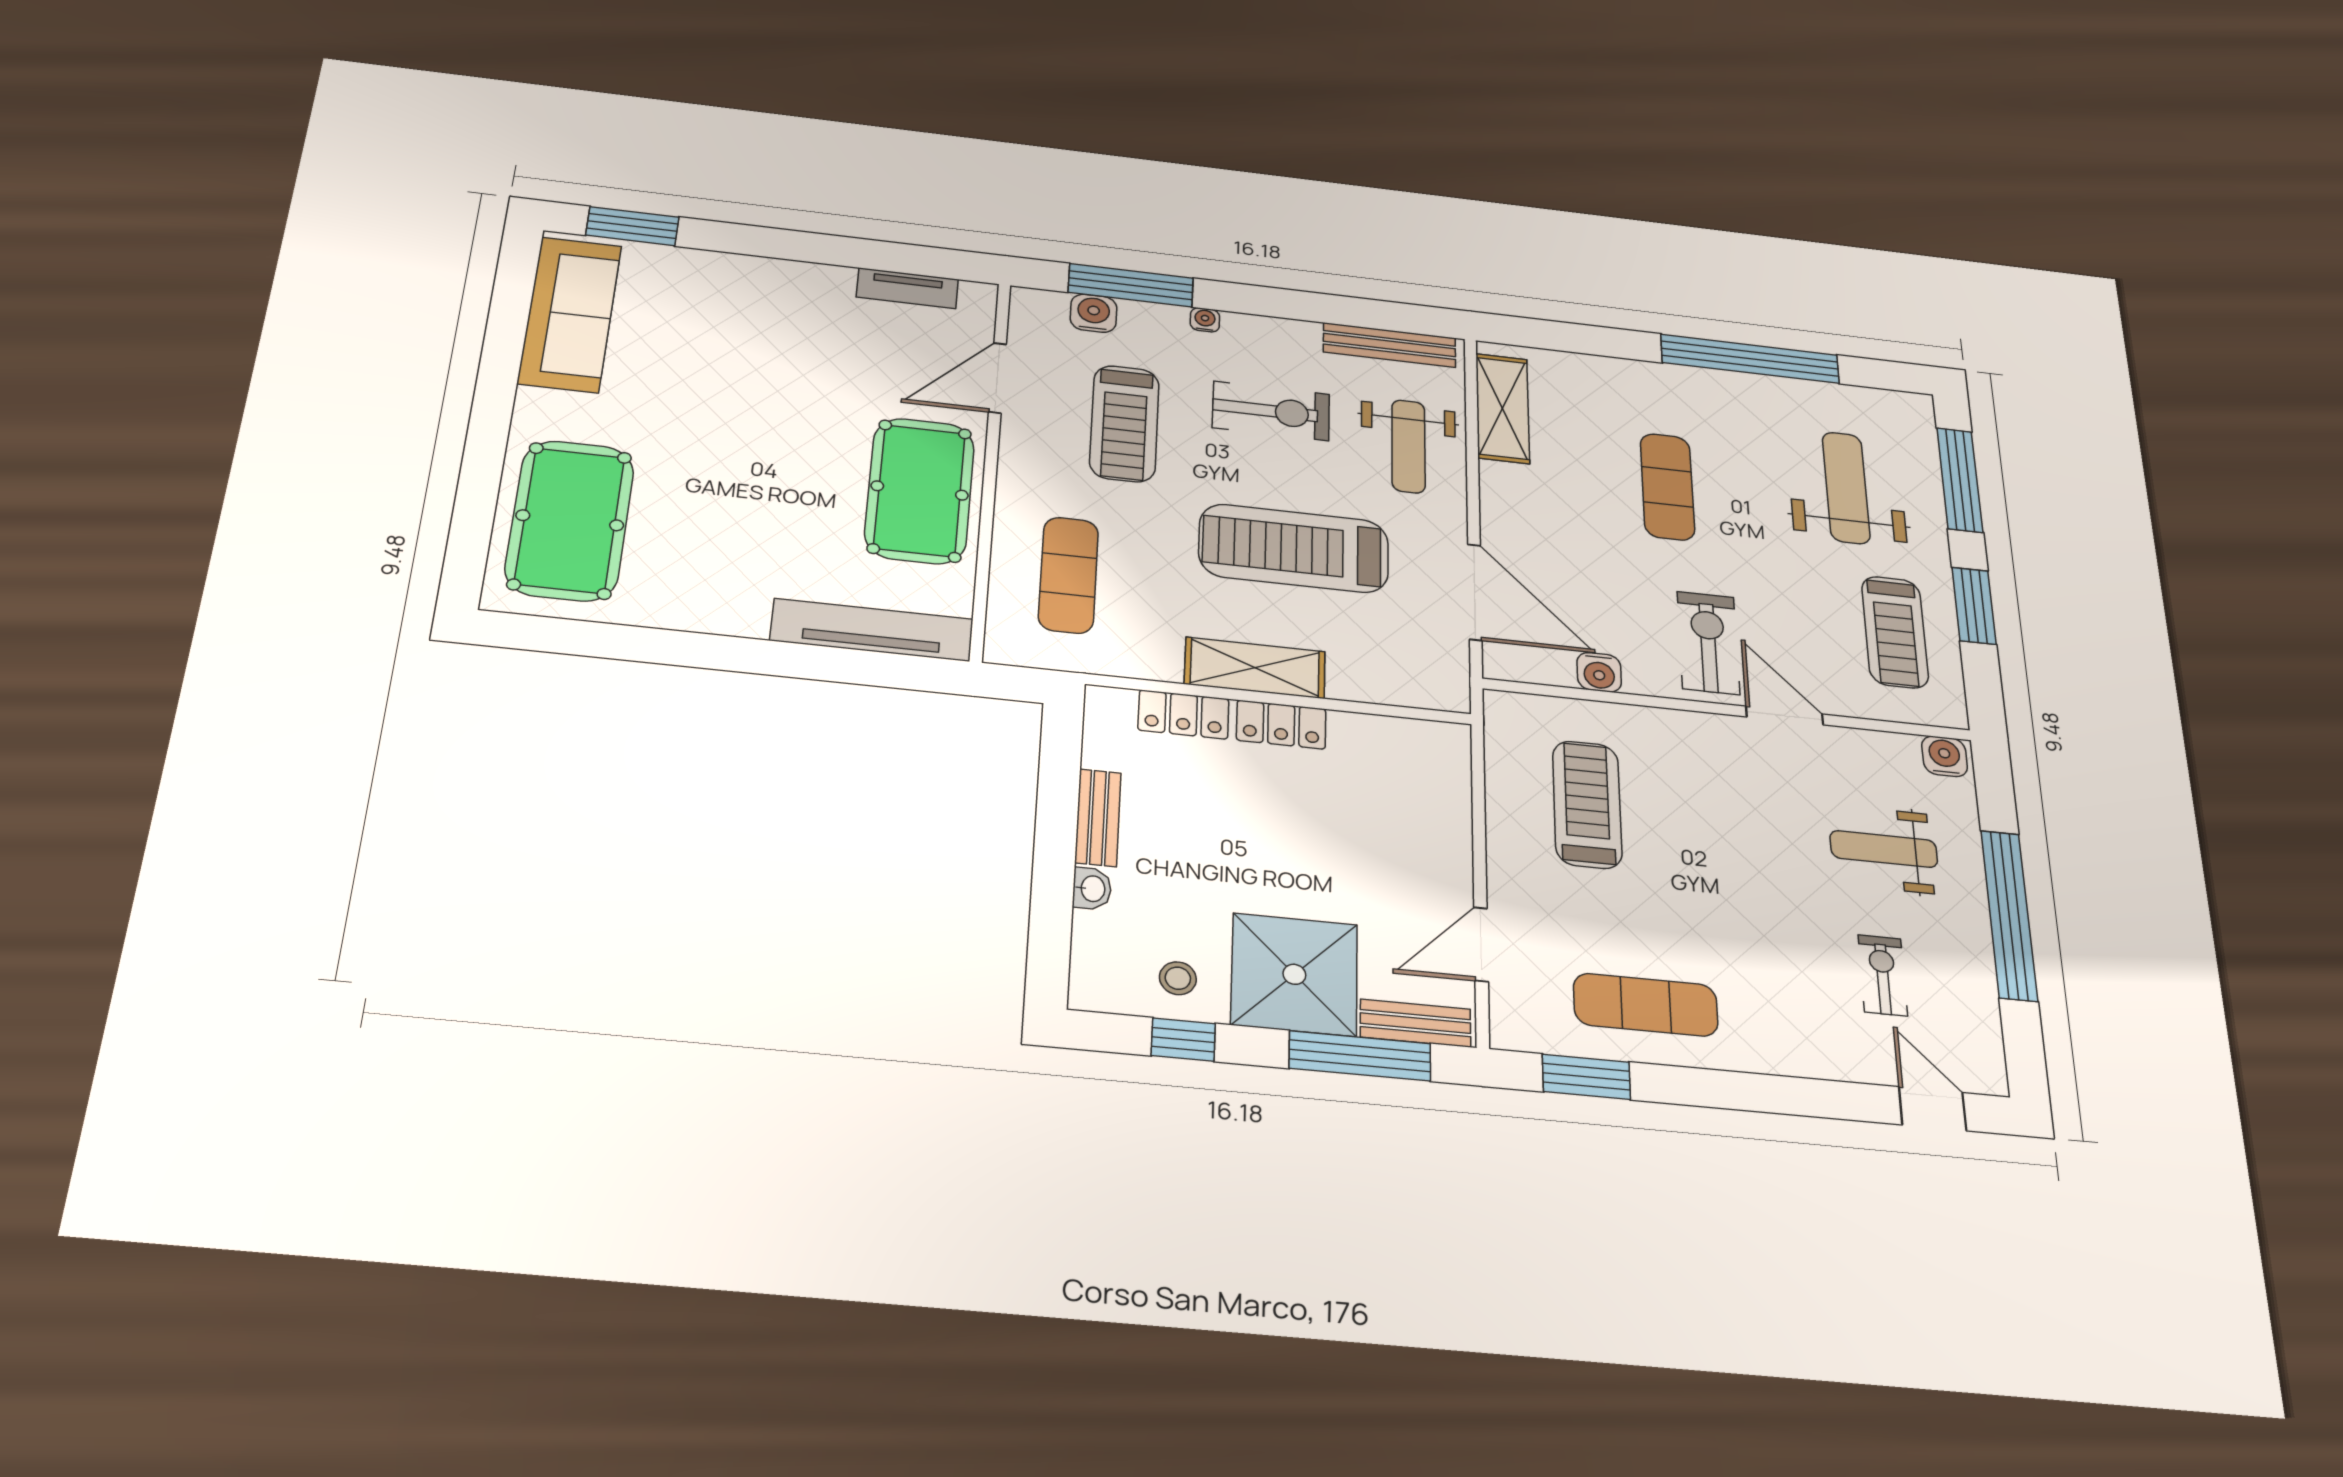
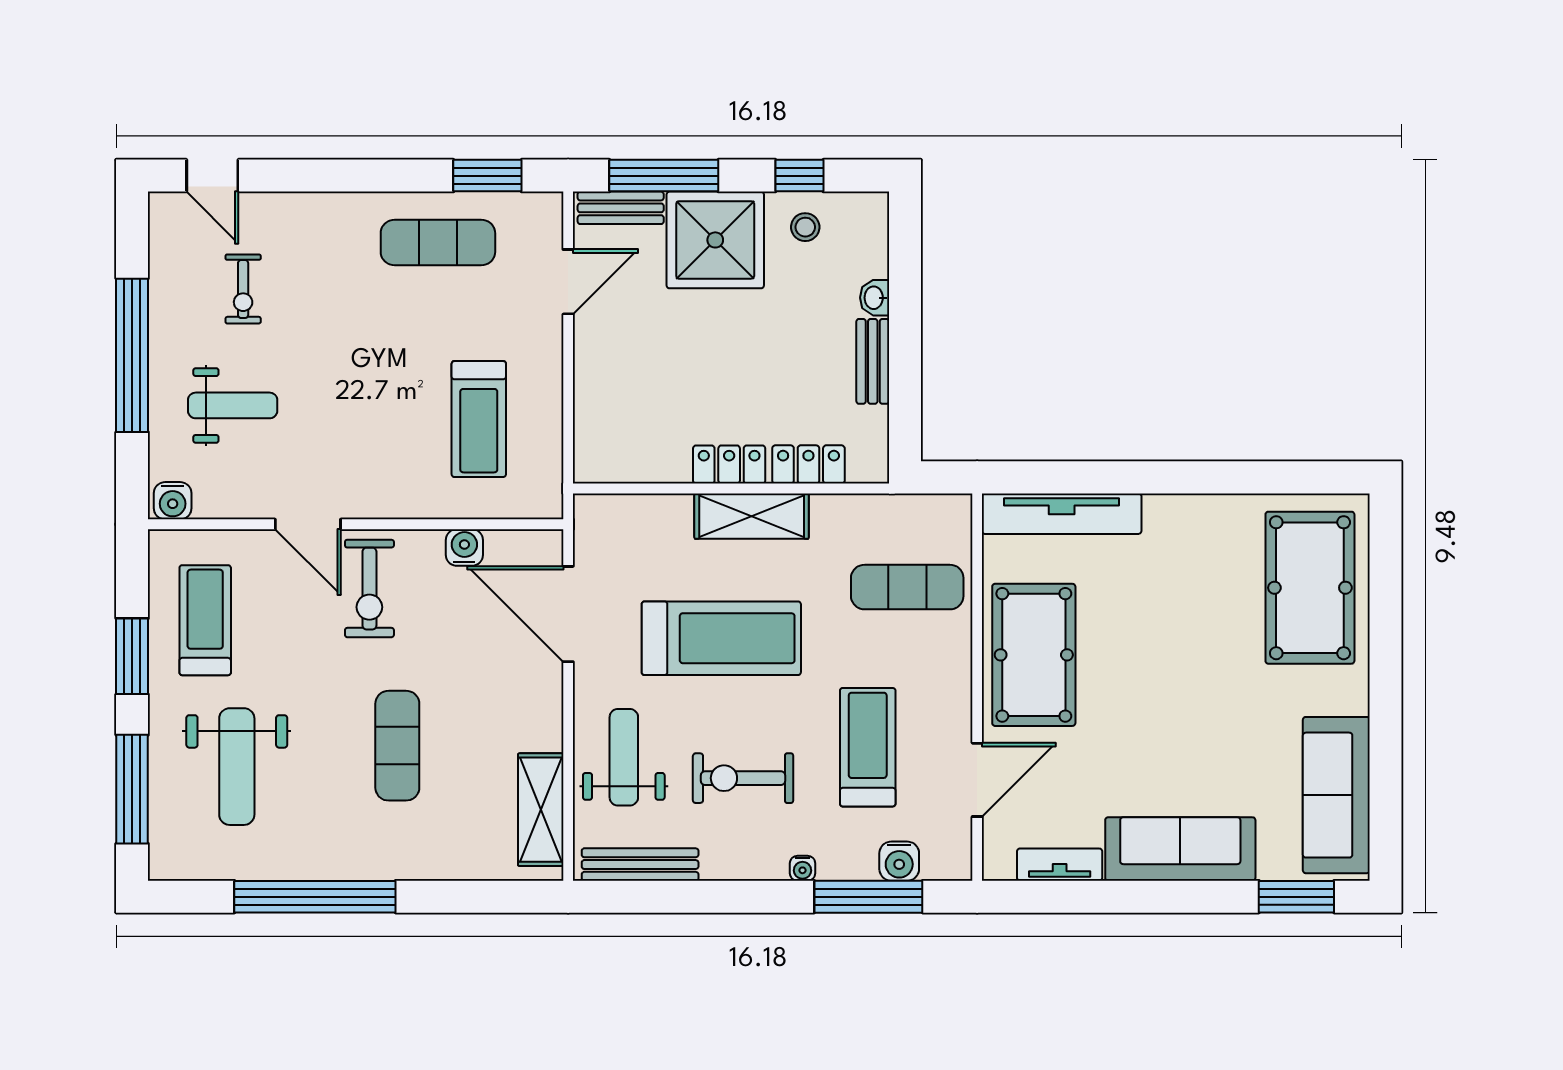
sofa: (764, 286) -> (1180, 849), added
exercise mat: (1068, 575) -> (907, 587), turned 90

